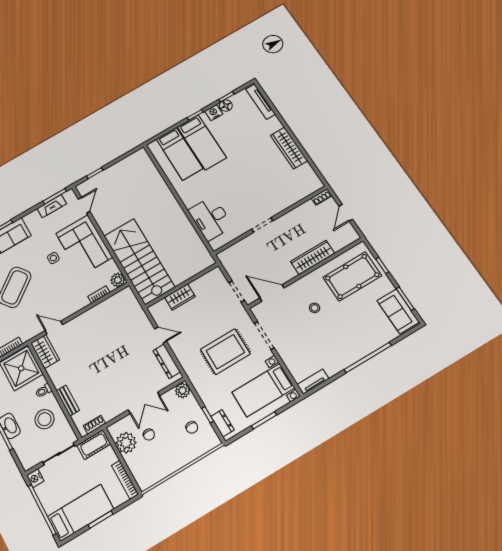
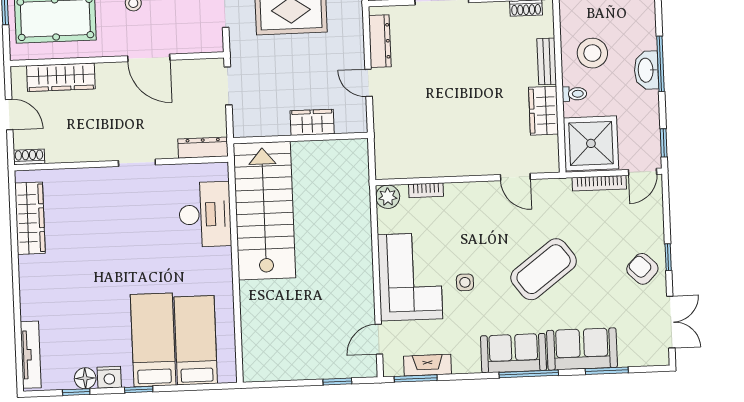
wardrobe: (289, 148) -> (30, 218), moved
door: (346, 213) -> (9, 114), hinge flipped
dresser: (231, 252) -> (203, 148), added
wardrobe: (313, 257) -> (61, 77), moved
stairs: (139, 261) -> (264, 211), moved, turned 180
door: (272, 293) -> (149, 58), moved
wardrobe: (45, 352) -> (544, 111), moved

